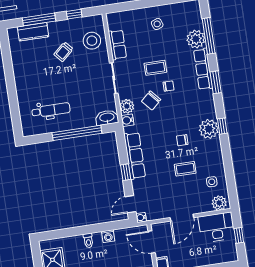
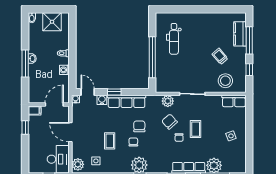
row of seats: (117, 45) -> (234, 101), moved
washbasin: (107, 118) -> (161, 84), removed
water cooler: (127, 120) -> (102, 100), moved
chair: (162, 136) -> (139, 126), added

